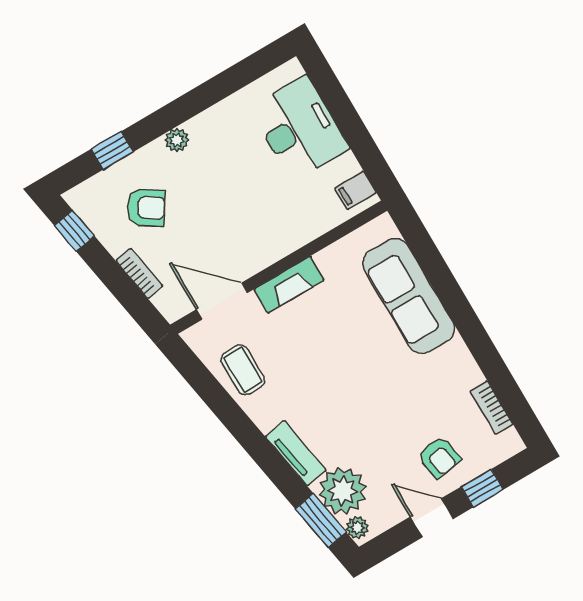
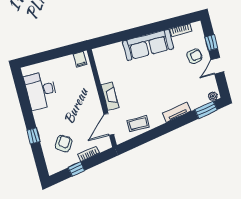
desk: (299, 128) -> (41, 90), moved, turned -90
plant: (177, 140) -> (40, 124), removed
window: (112, 150) -> (33, 136), moved
window: (74, 231) -> (76, 169), moved
sofa: (409, 296) -> (148, 45), moved
plant: (343, 491) -> (197, 98), removed

